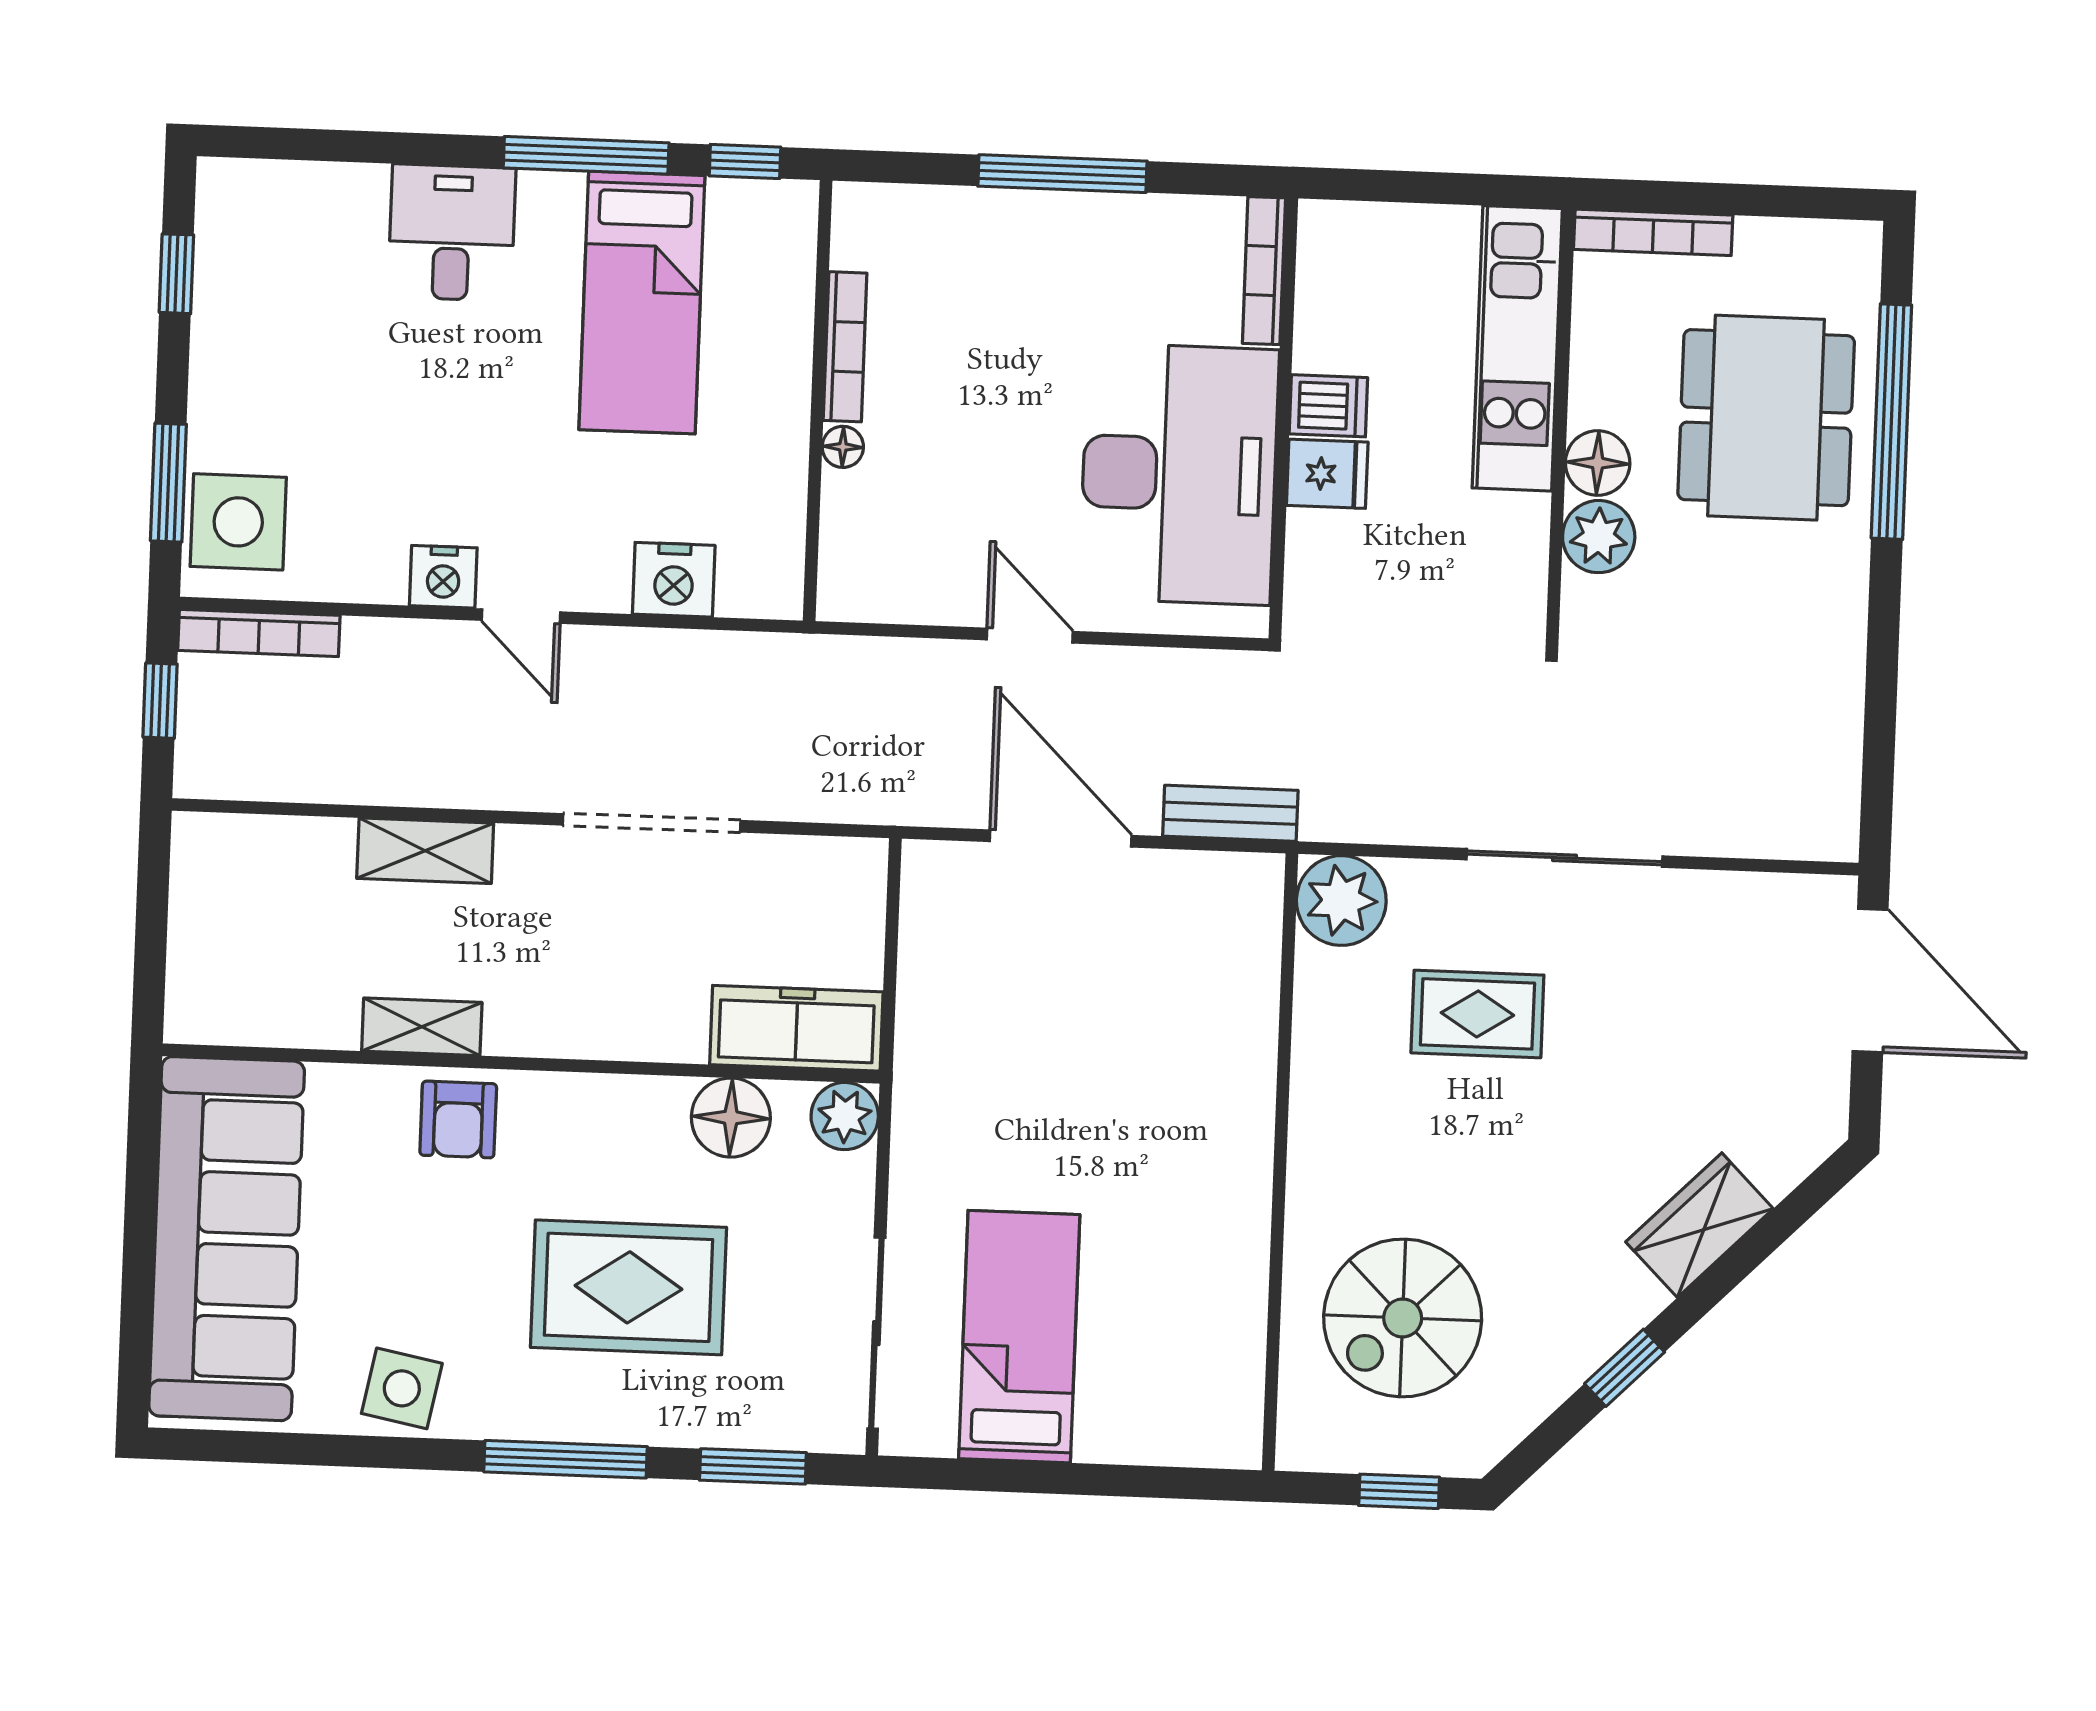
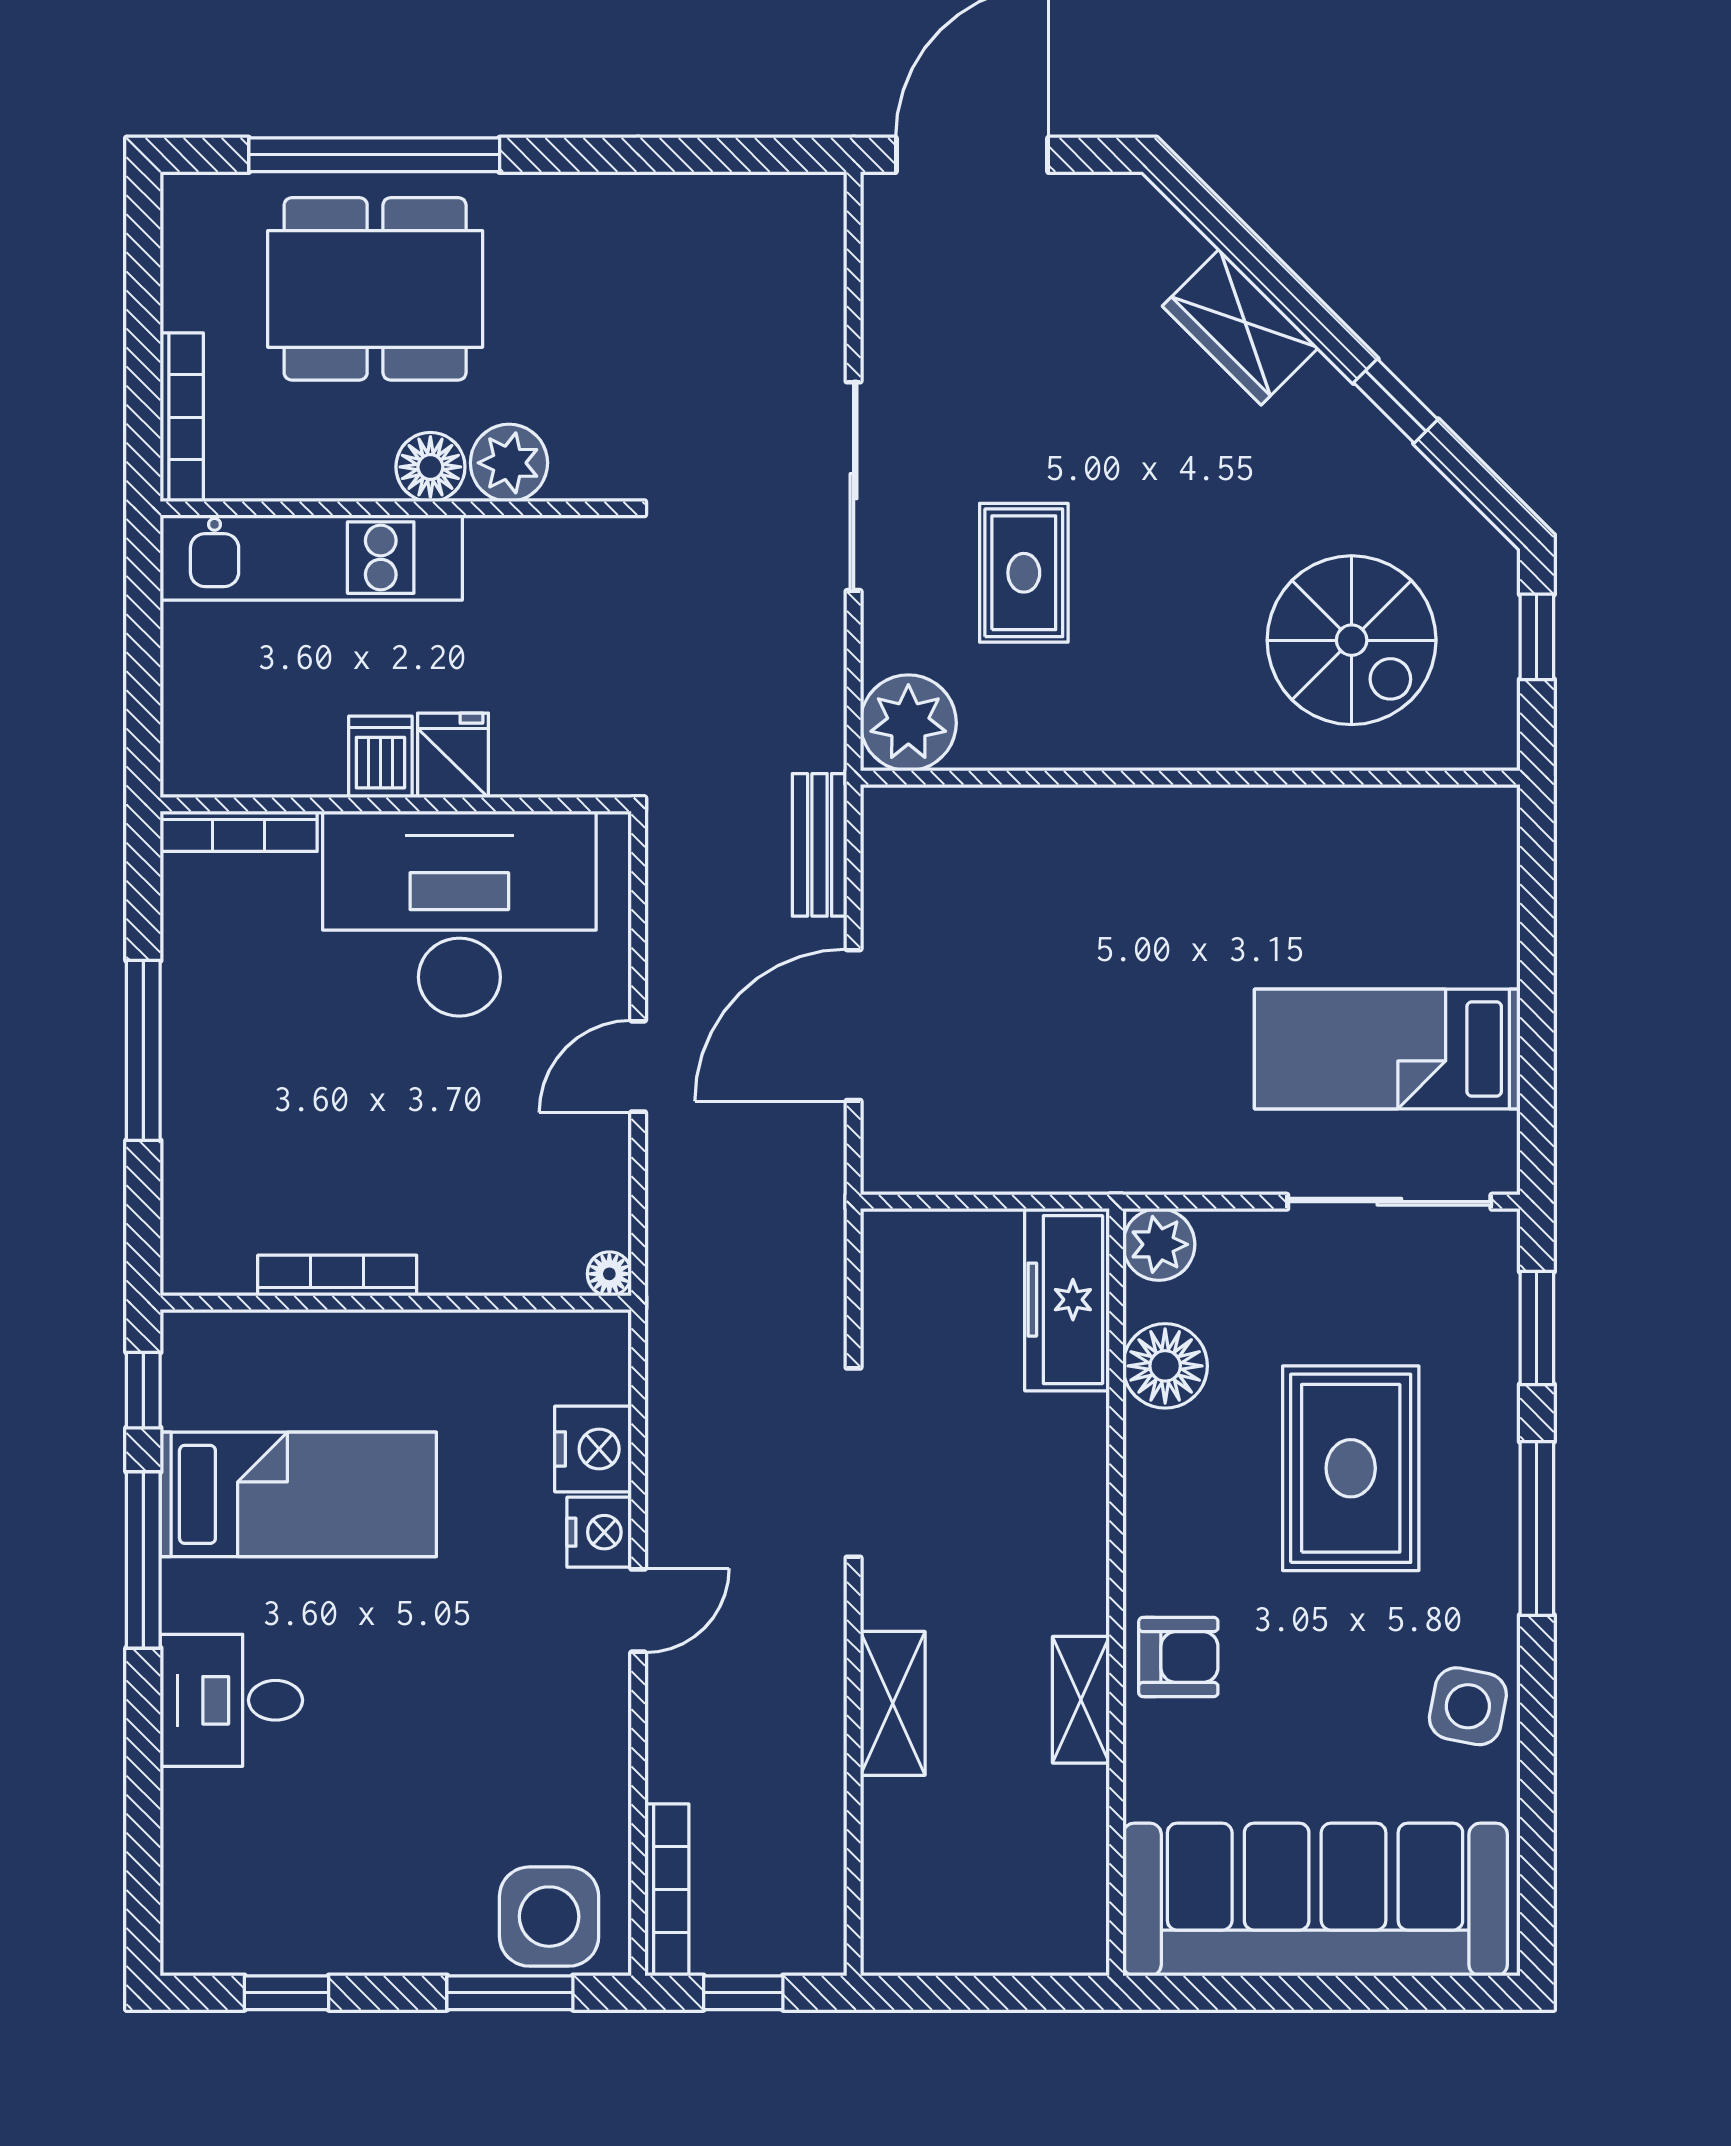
floor lamp: (843, 447) -> (609, 1274), moved
nightstand: (443, 577) -> (599, 1532), moved

